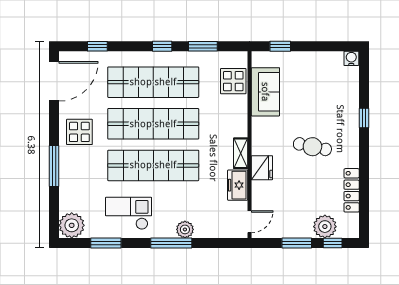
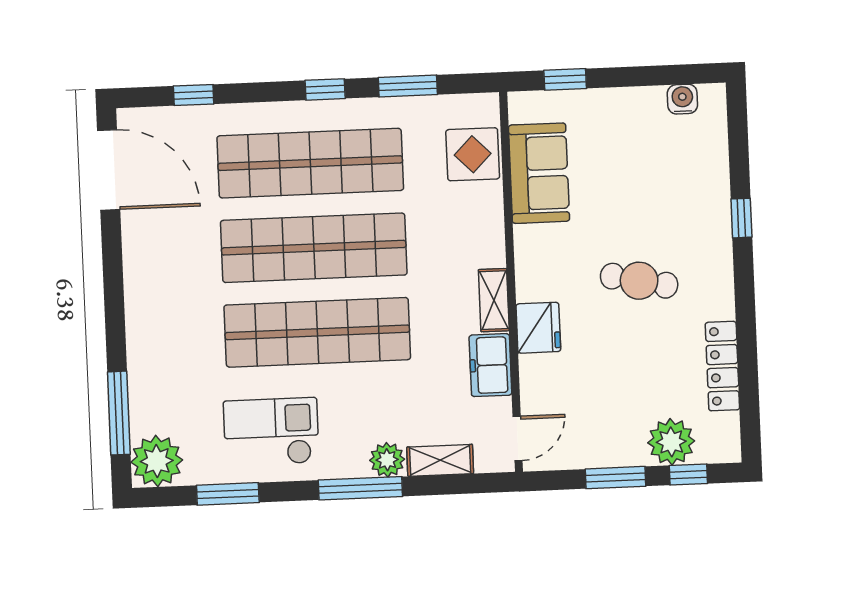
water cooler: (351, 58) -> (682, 99), moved
door: (54, 81) -> (109, 170), hinge flipped
display table: (79, 132) -> (165, 271), removed
window: (54, 166) -> (119, 413), moved
shelving: (211, 231) -> (440, 460), added

